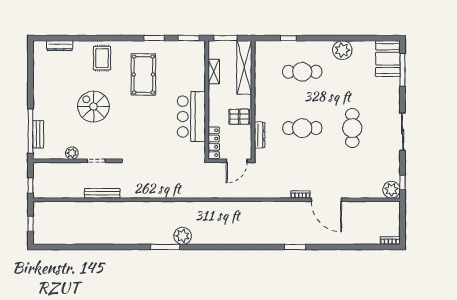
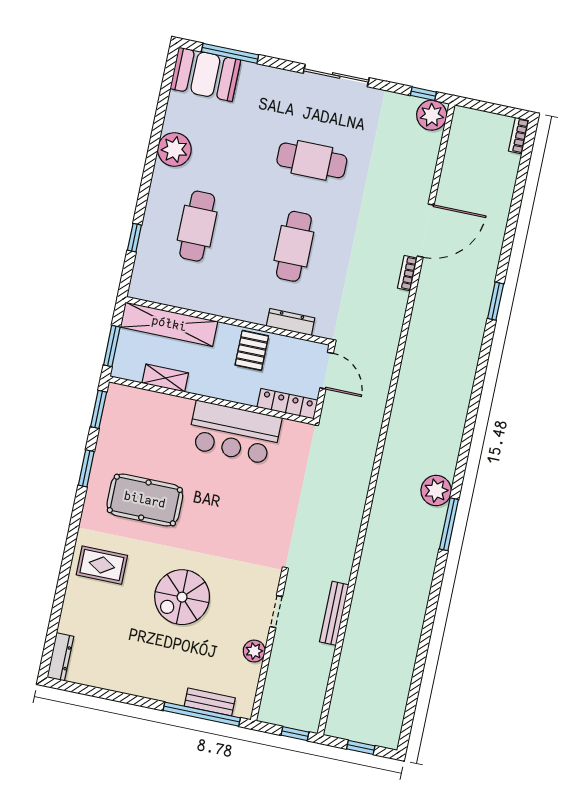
dresser: (60, 46) -> (60, 657), moved

